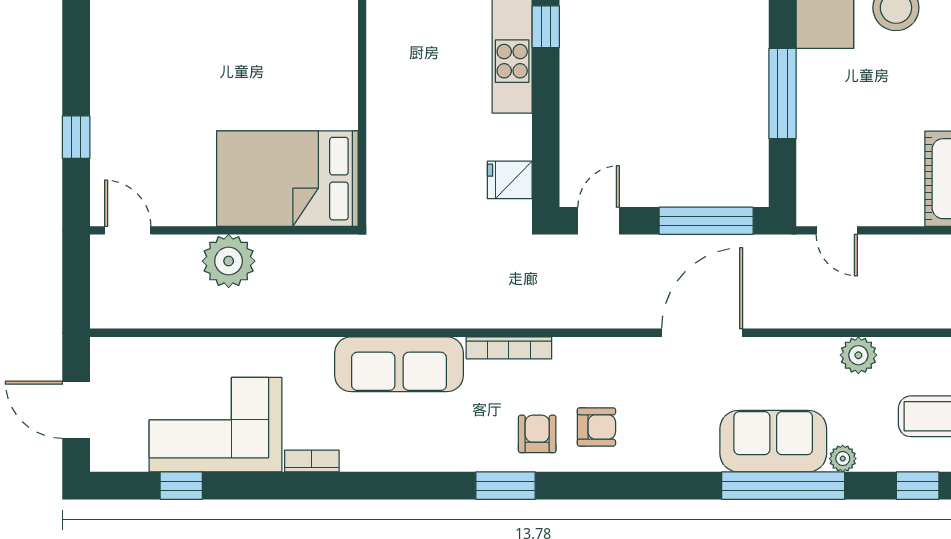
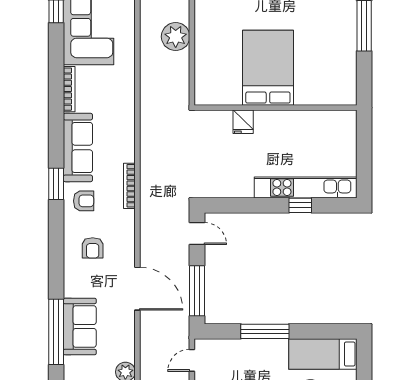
bed: (287, 179) -> (268, 68), moved
fridge: (510, 180) -> (243, 122), moved, turned 180
sofa: (399, 364) -> (78, 148), moved, turned 180
armchair: (596, 427) -> (93, 248), moved
plant: (843, 459) -> (70, 363), removed
bookcase: (312, 461) -> (69, 89), width x1.56

